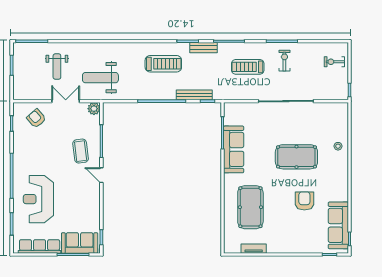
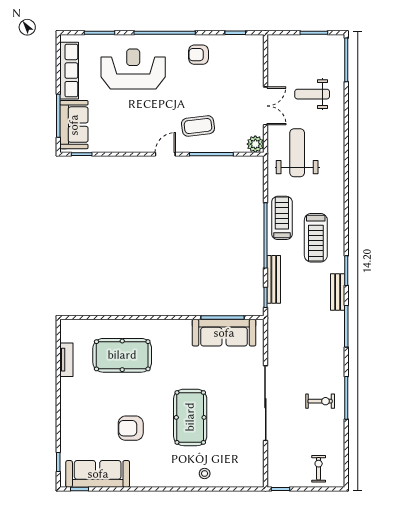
treadmill: (248, 67) -> (282, 218), moved
armchair: (36, 118) -> (198, 55), moved, turned -139
sofa: (234, 149) -> (224, 333), moved
armchair: (304, 201) -> (131, 428), turned 180

